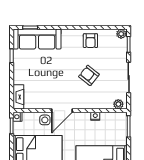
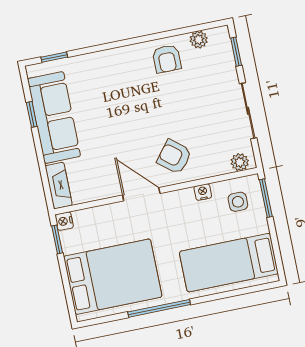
plant: (121, 34) -> (199, 40), moved
sofa: (37, 39) -> (54, 118), moved, turned -90
armchair: (89, 75) -> (174, 157), moved
door: (62, 111) -> (141, 194), swing flipped
side table: (45, 120) -> (238, 202), moved

